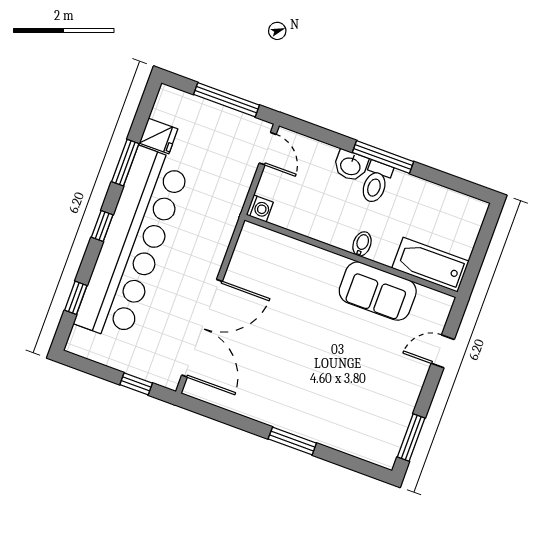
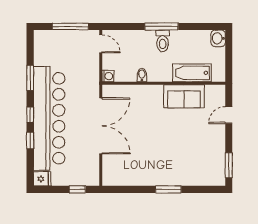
fridge: (159, 136) -> (42, 179), moved
washbasin: (351, 166) -> (218, 38), moved, turned 90
bidet: (362, 244) -> (142, 75), moved
bathtub: (430, 265) -> (192, 73), moved
window: (76, 298) -> (30, 141), moved
double door: (202, 328) -> (101, 126), moved

